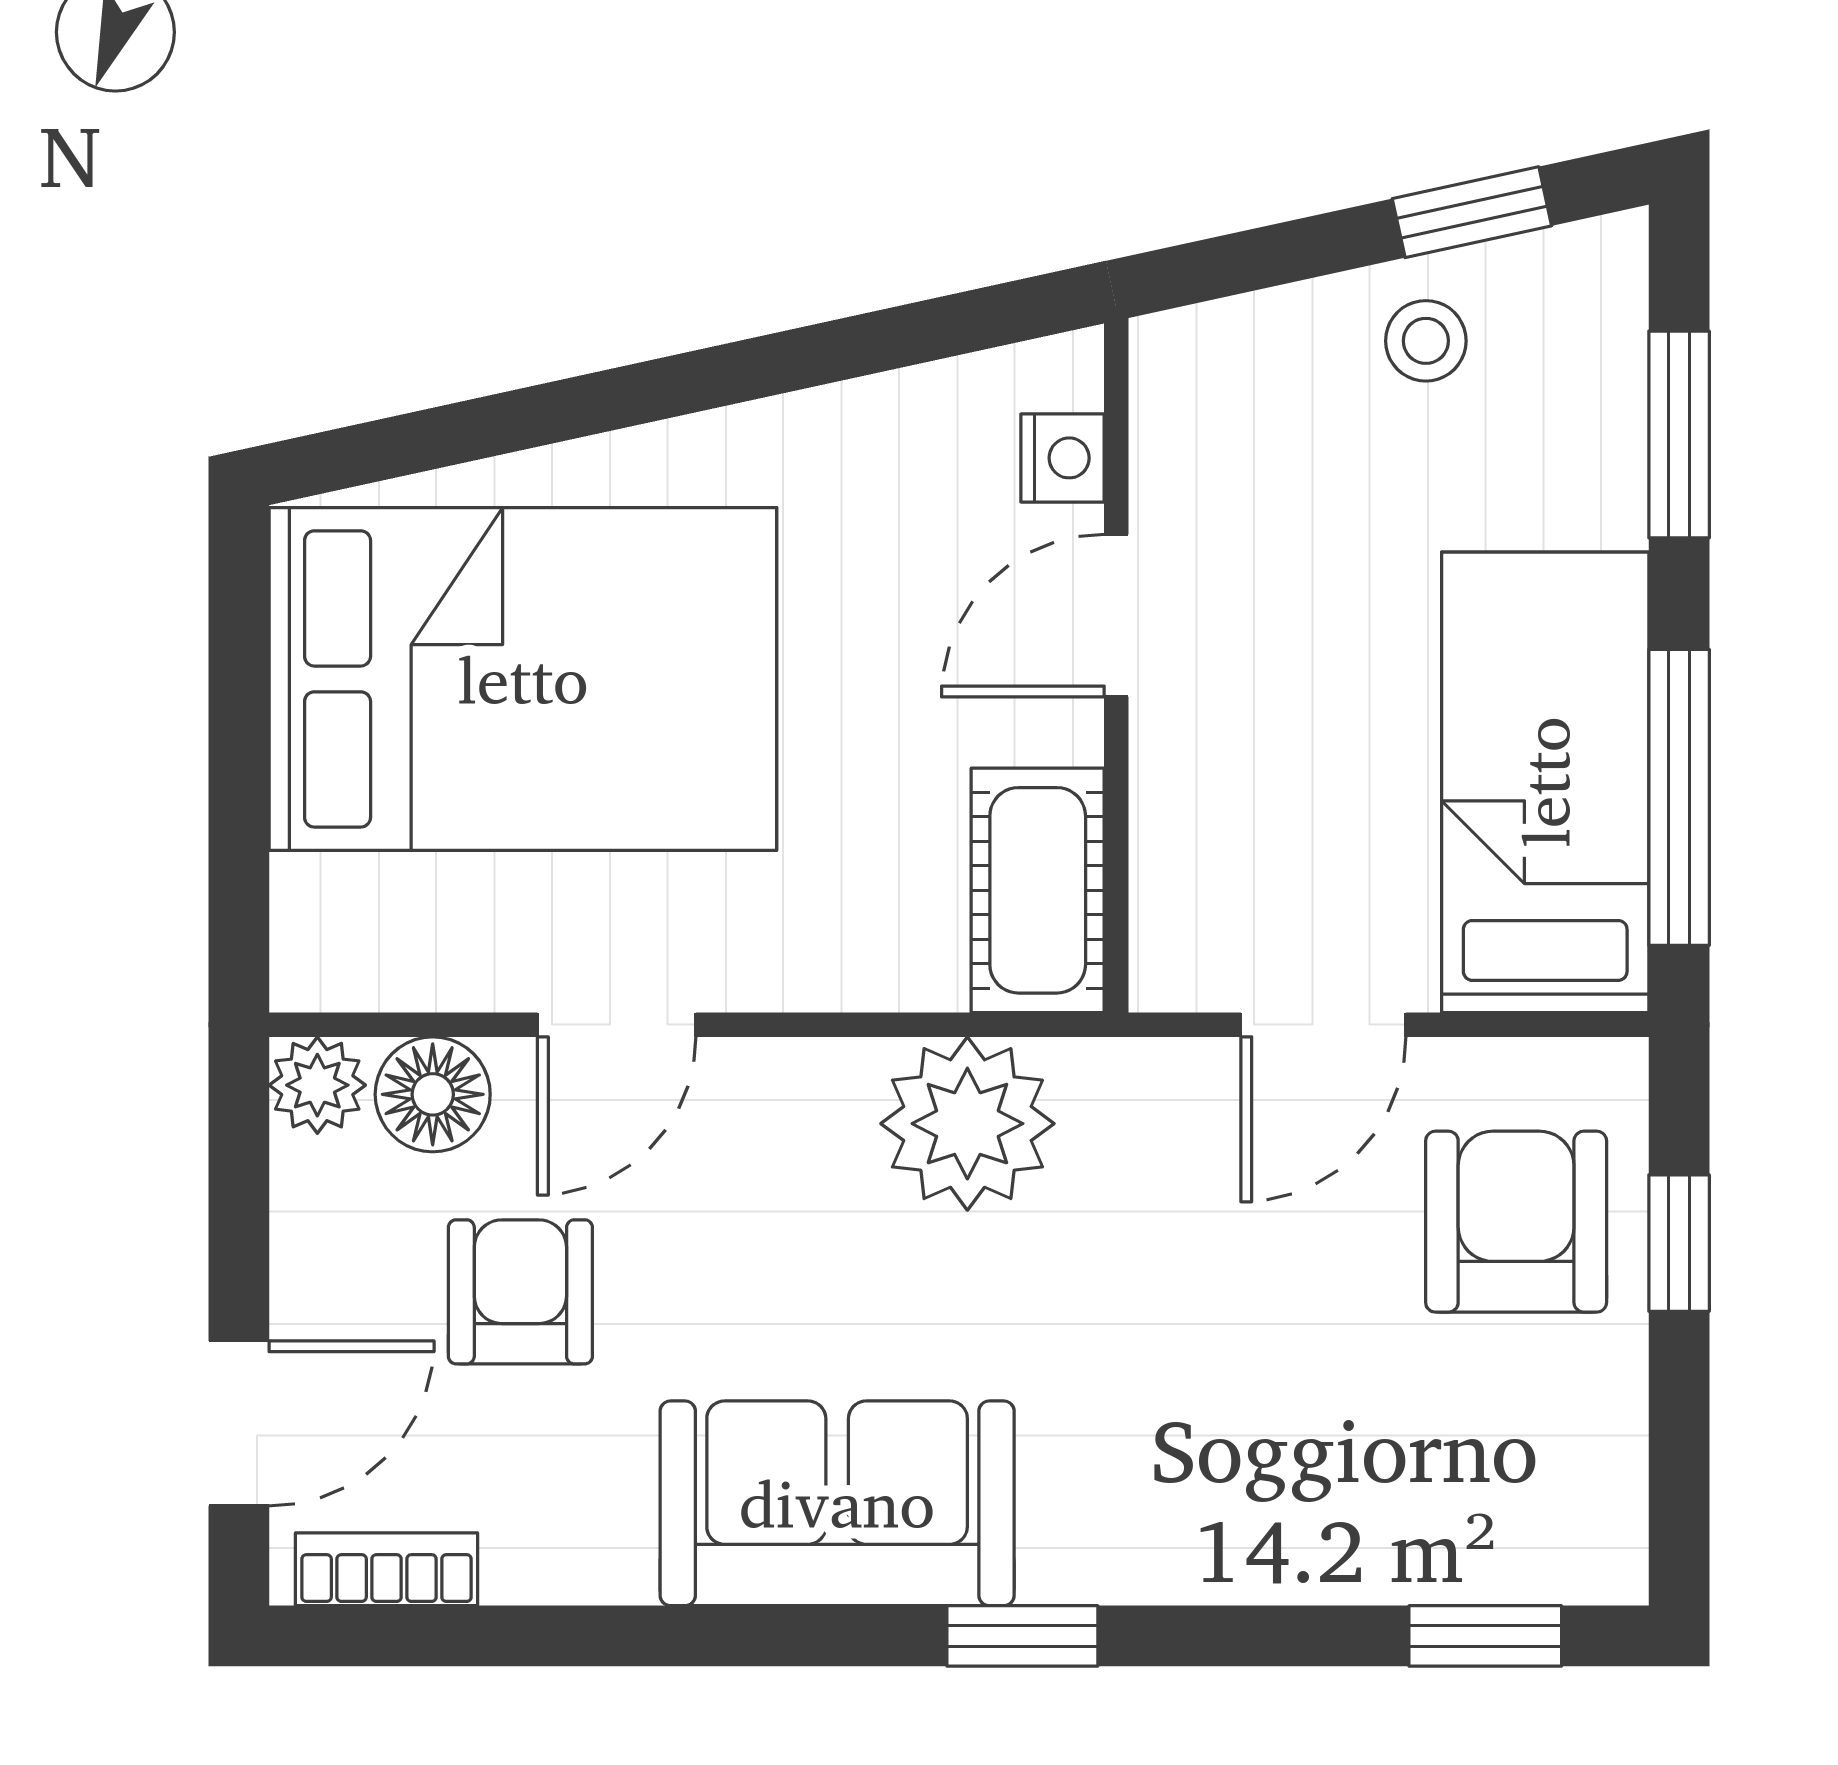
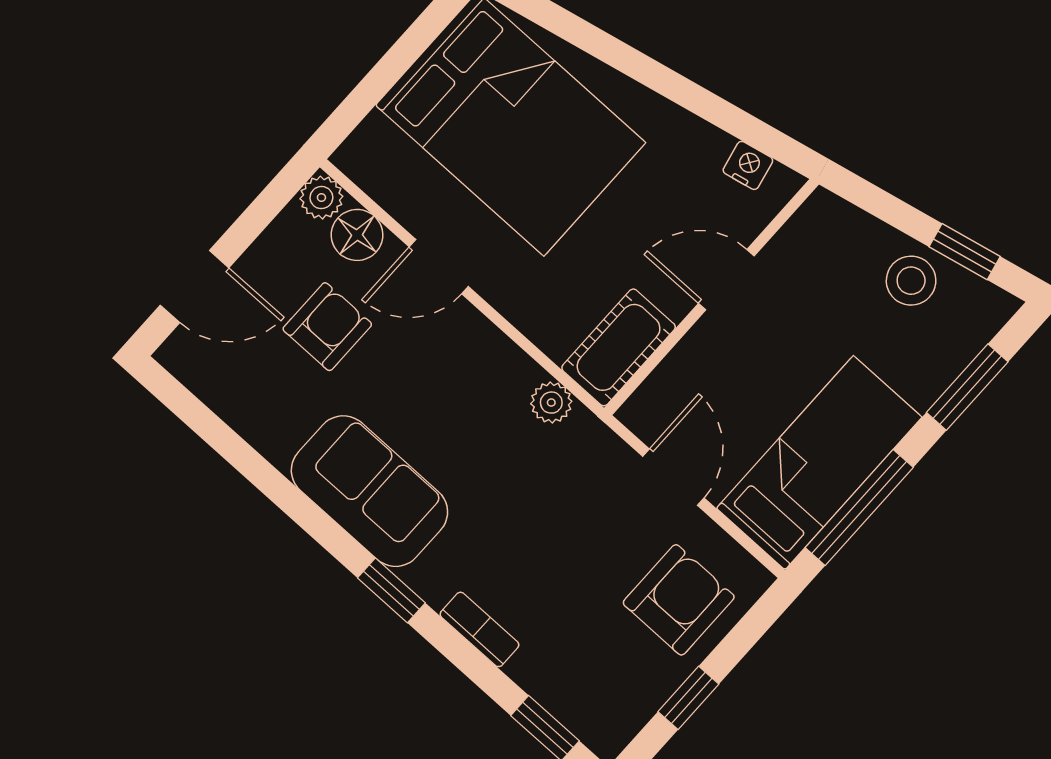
stool: (1426, 341) -> (911, 281), width x1.37, depth x1.37
nightstand: (1063, 458) -> (748, 165), moved, turned -102
door: (1323, 1025) -> (673, 477), swing flipped
plant: (967, 1124) -> (551, 403), width x0.53, depth x0.53
window: (1679, 1243) -> (688, 698), moved
bookcase: (387, 1569) -> (479, 629), moved

